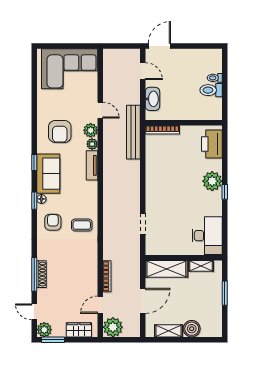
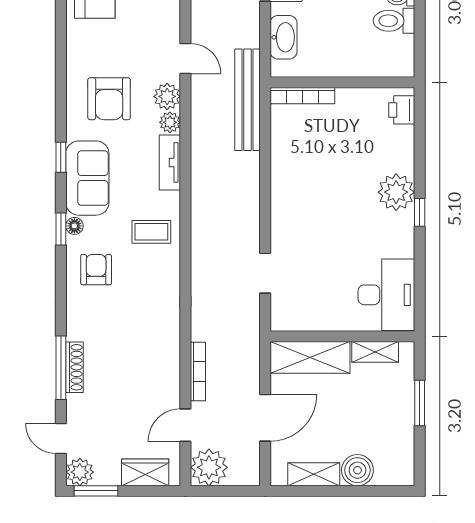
printer: (212, 144) -> (402, 110), width x0.53, depth x0.68
coffee table: (82, 225) -> (151, 232), moved

